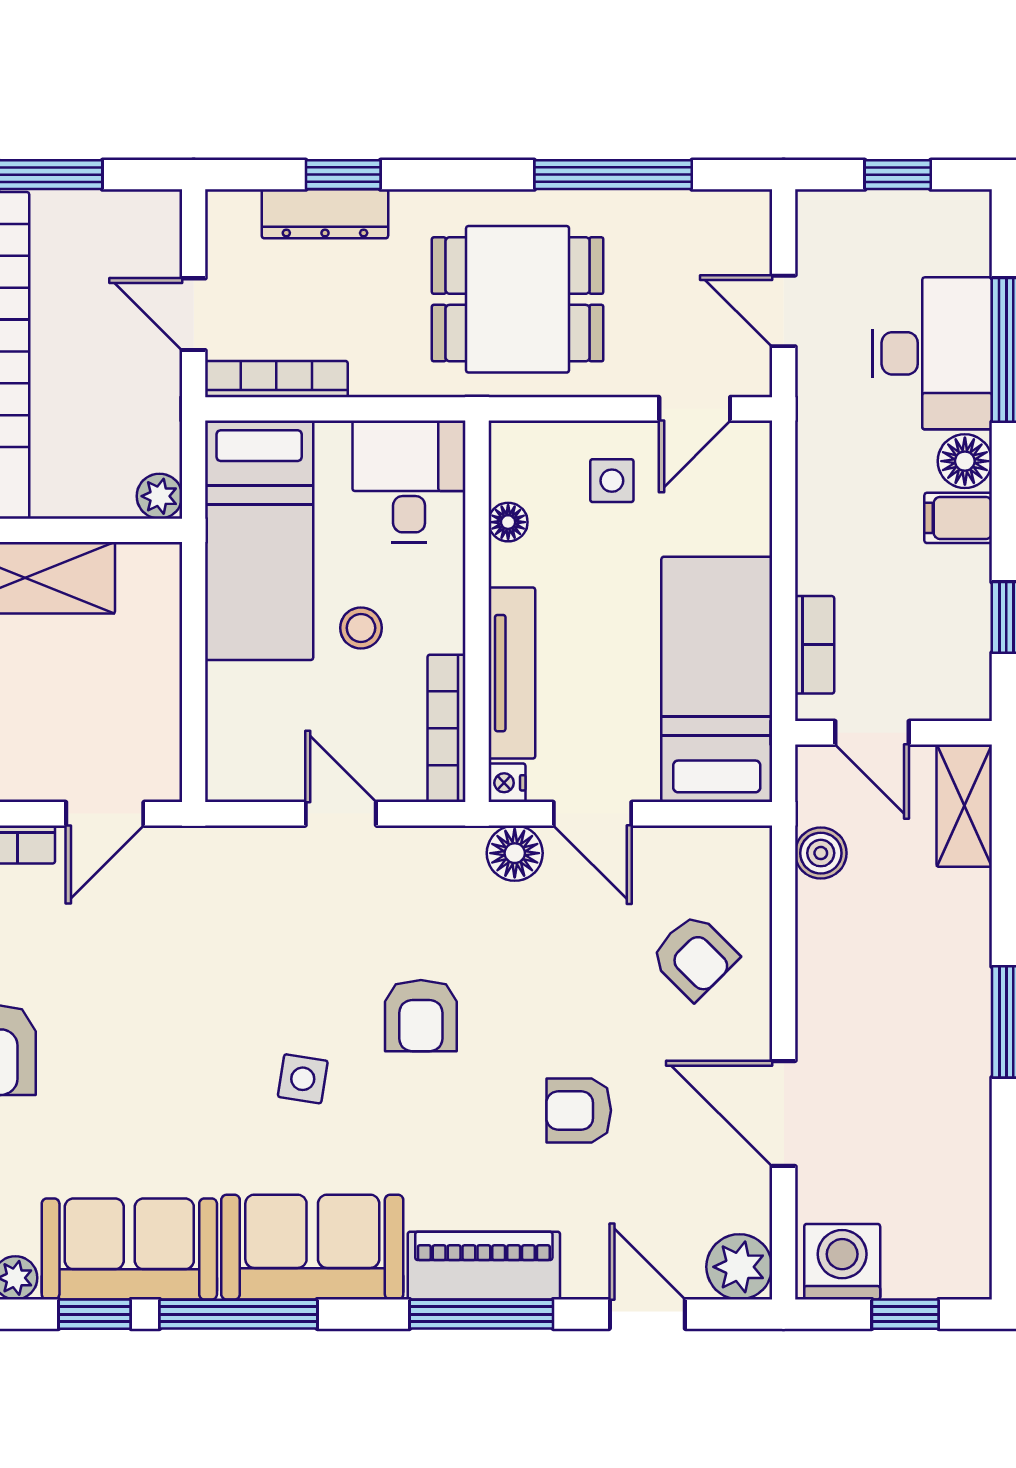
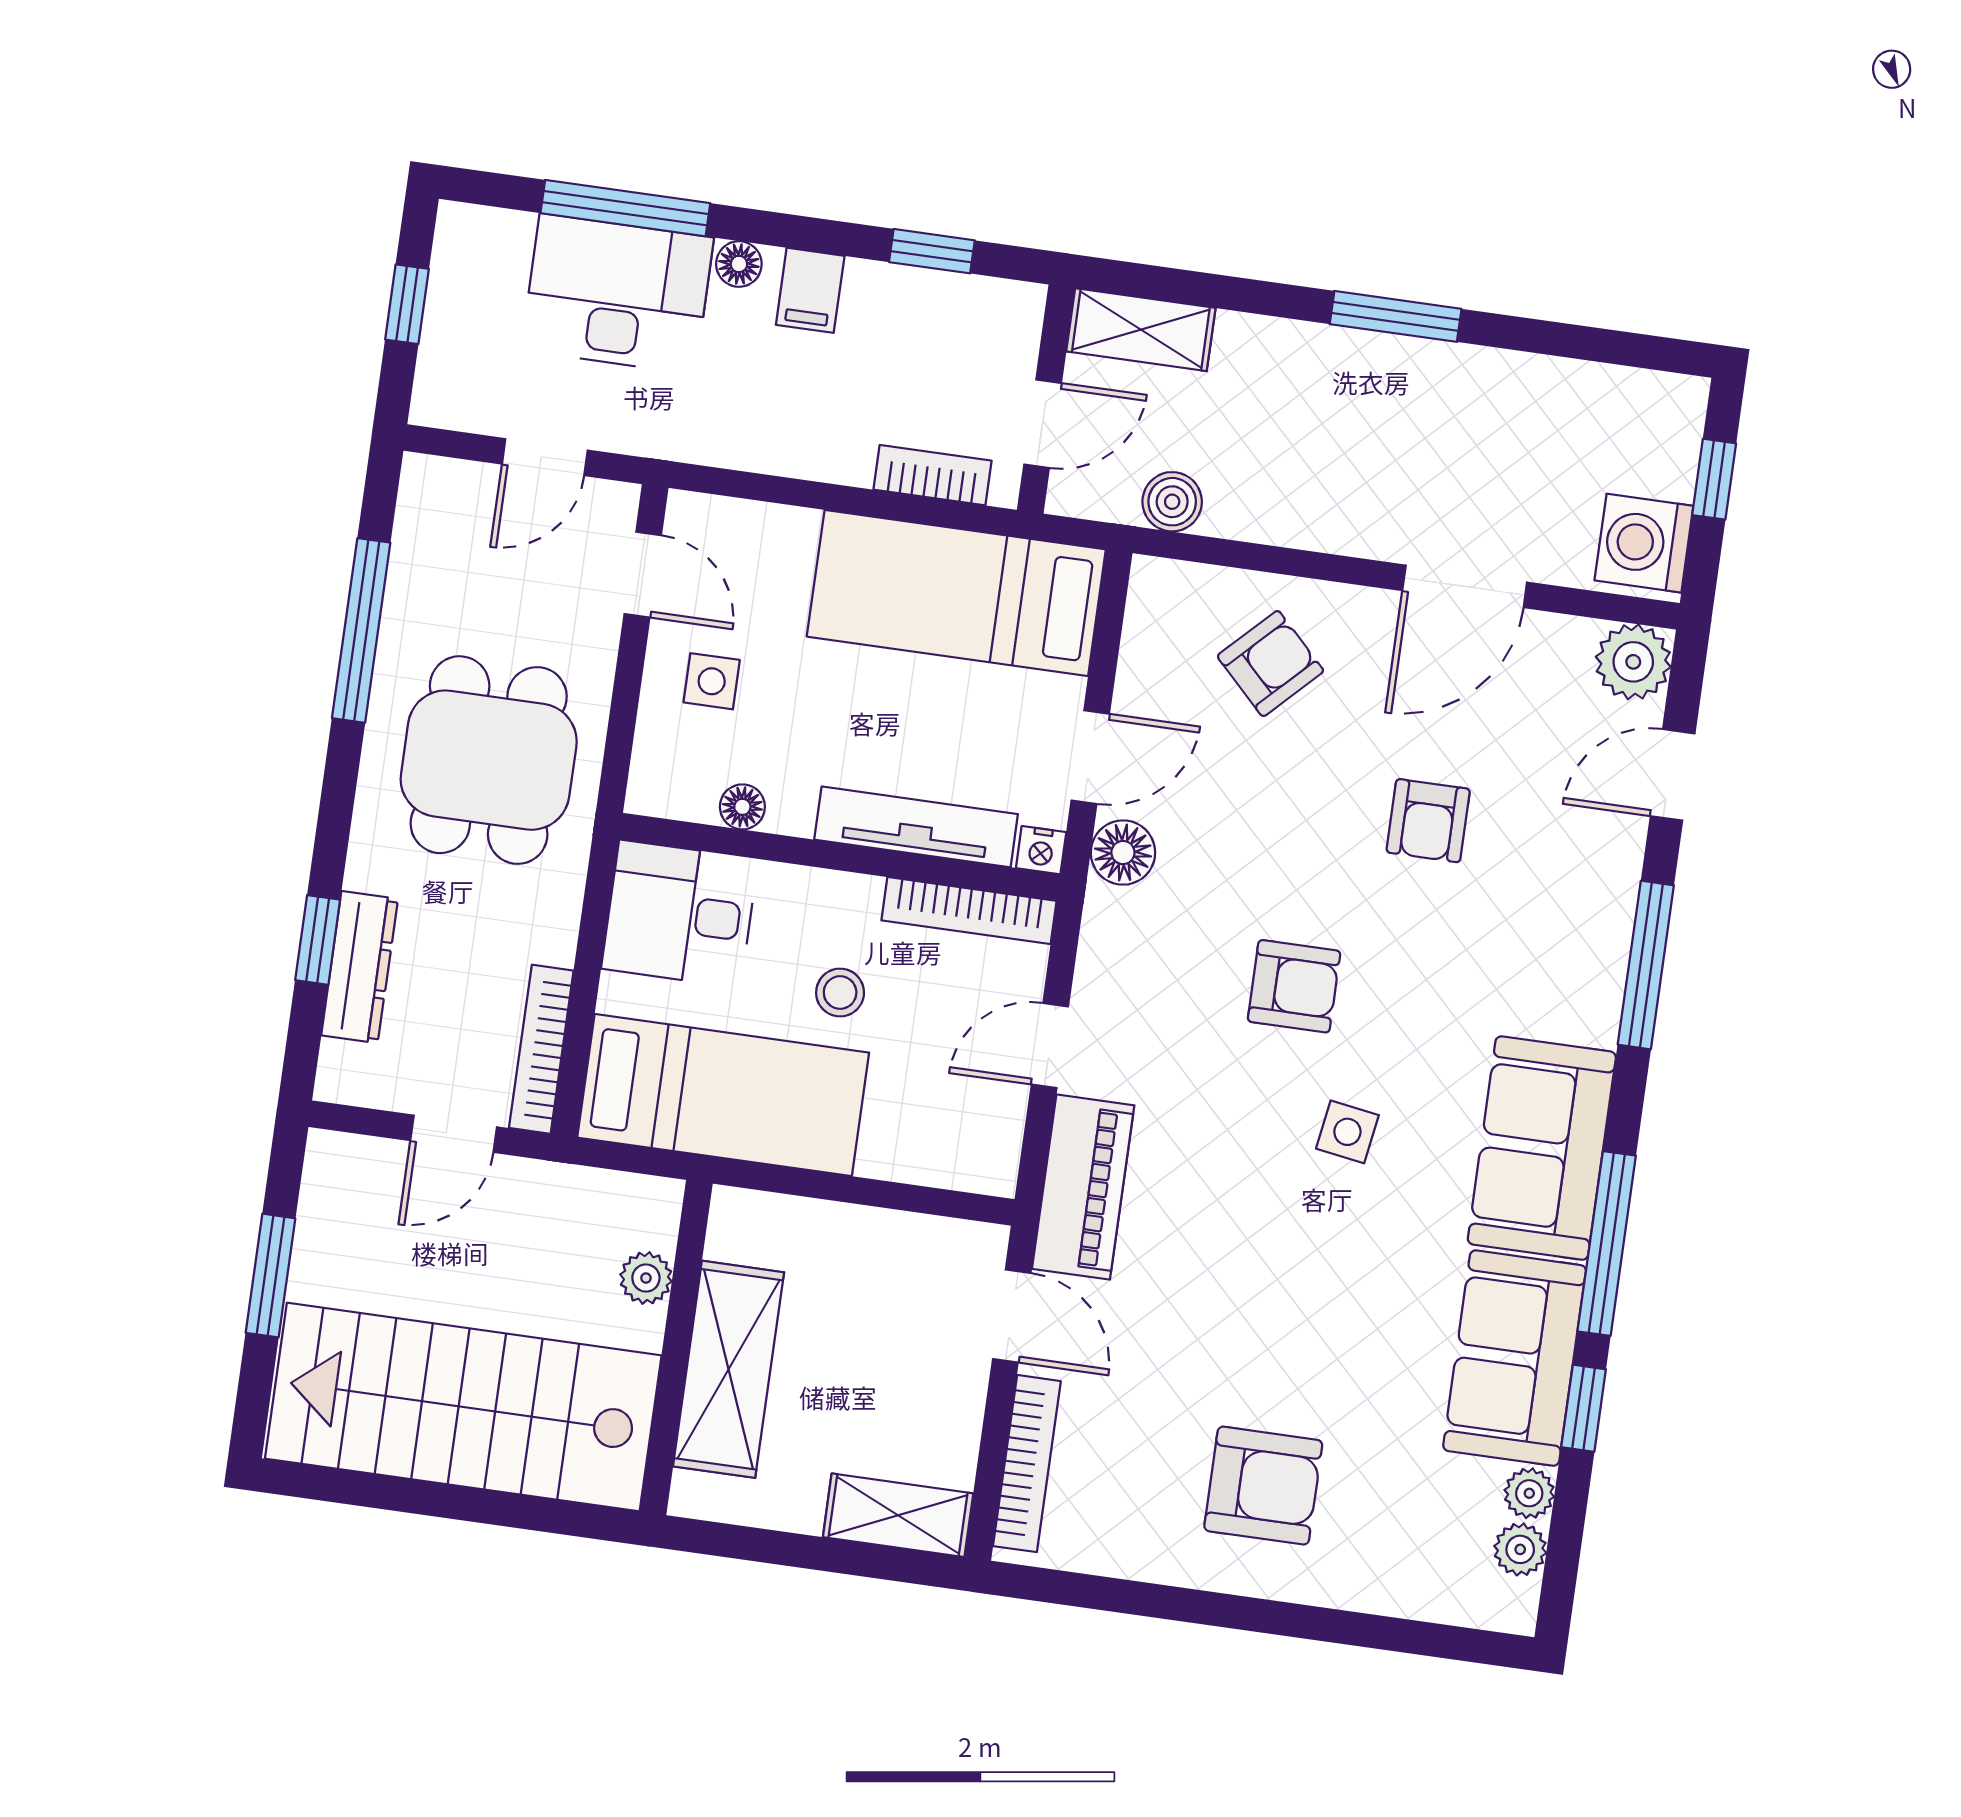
floor lamp: (965, 461) -> (739, 264), width x0.73, depth x0.73
plant: (159, 496) -> (646, 1278), moved
piano: (484, 1266) -> (1083, 1187), moved, turned 180

